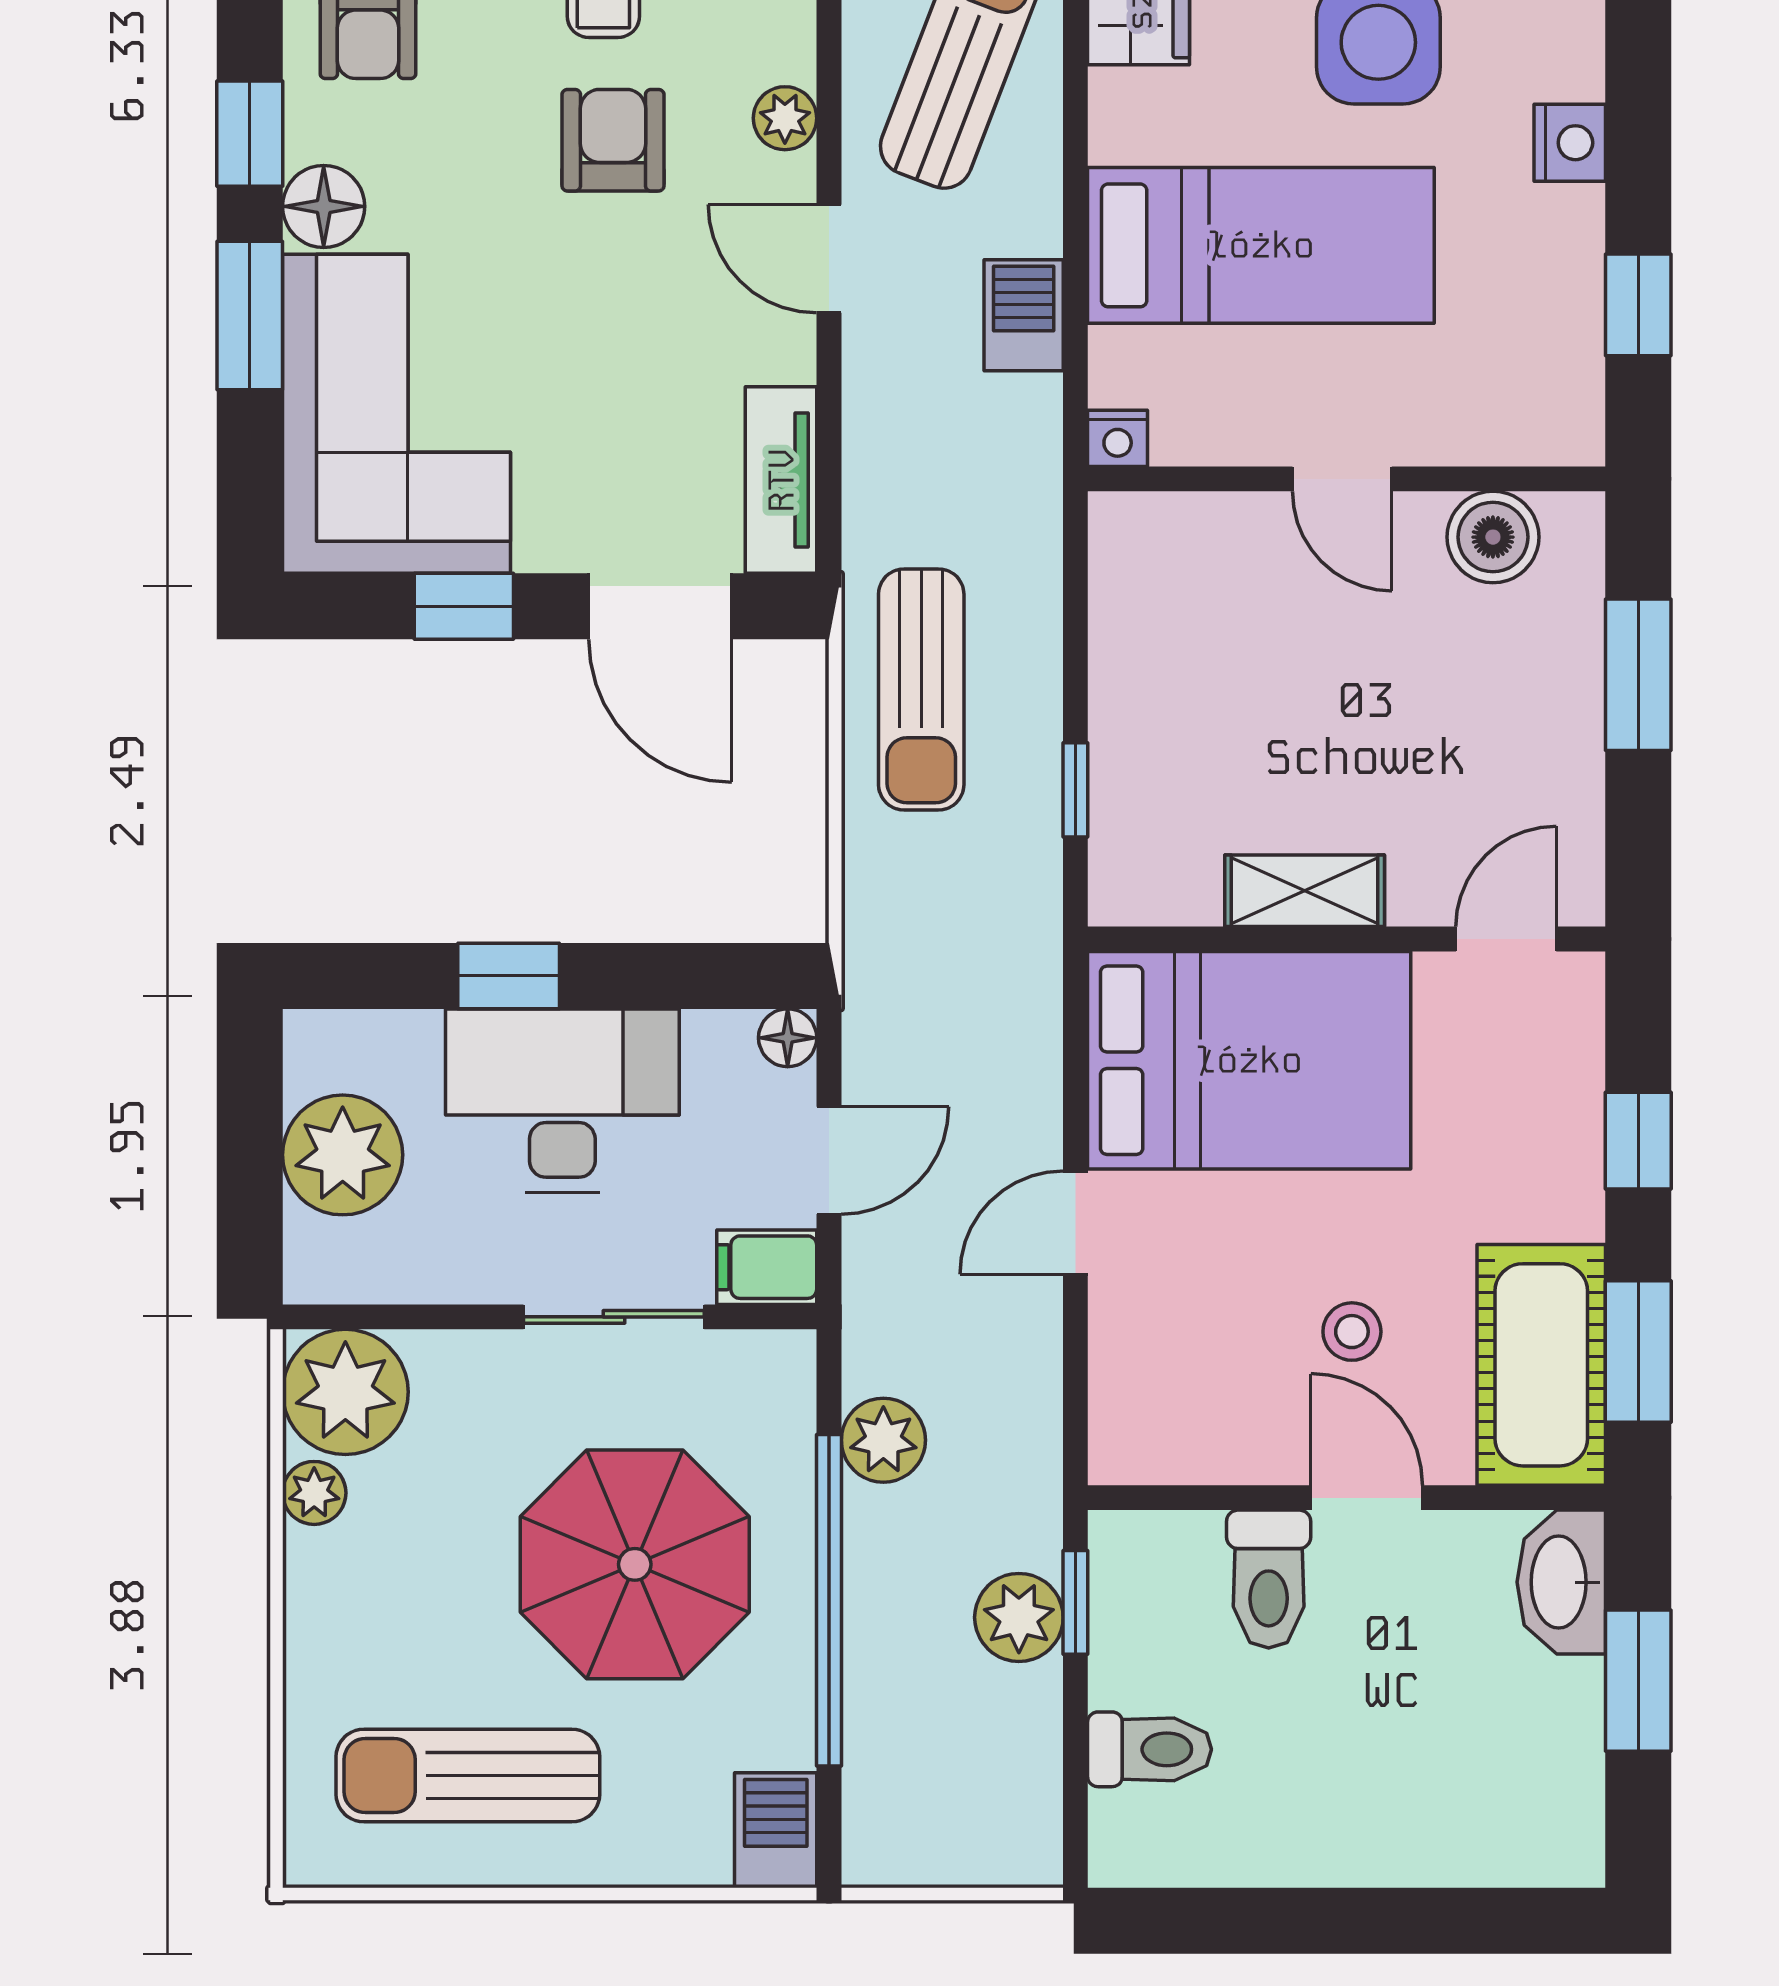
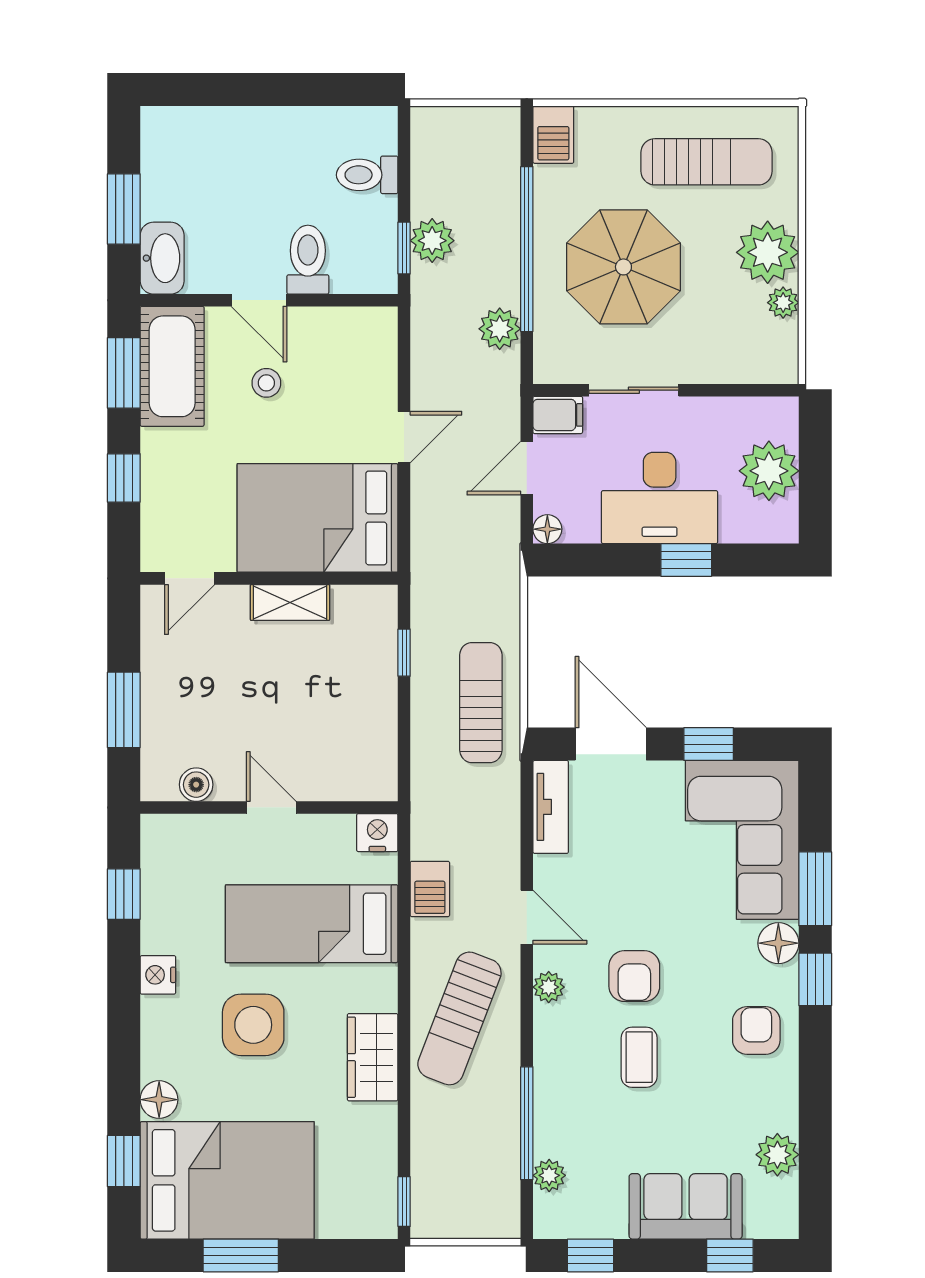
nightstand: (1118, 438) -> (377, 833), width x1.39, depth x1.35
boiler: (1493, 537) -> (196, 785), width x0.73, depth x0.73
plant: (345, 1392) -> (768, 252), moved

